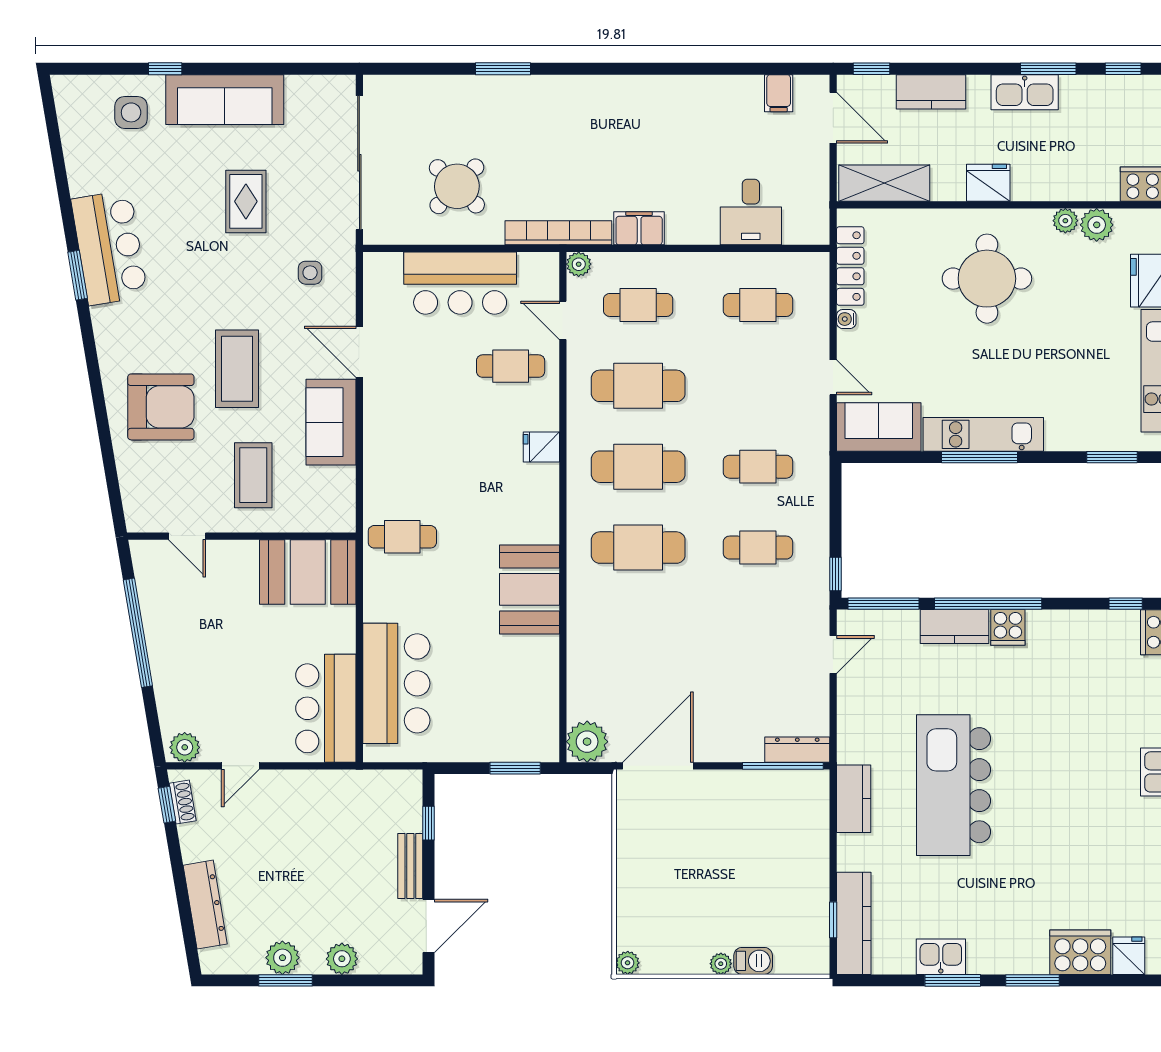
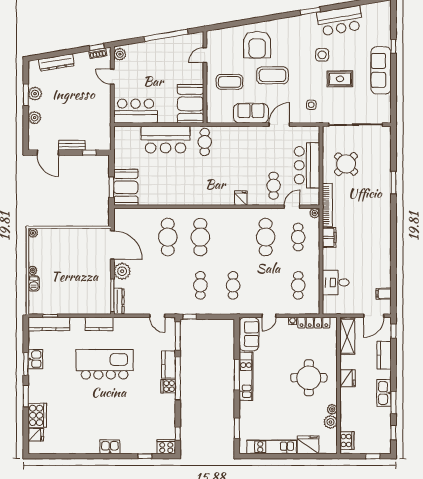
side table: (131, 112) -> (322, 55), moved
bar counter: (109, 248) -> (340, 21), moved
cafe table: (638, 467) -> (168, 237), moved
booth: (529, 589) -> (126, 187), moved, turned 90
bar counter: (396, 683) -> (166, 140), moved
plant: (587, 742) -> (122, 271), moved

